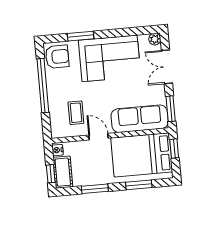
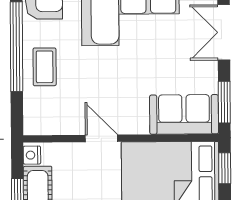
coffee table: (76, 113) -> (45, 67), moved
sofa: (140, 119) -> (184, 114), width x0.73

